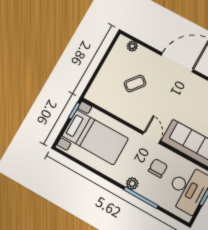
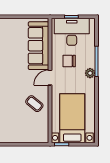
coffee table: (135, 84) -> (34, 104), moved

